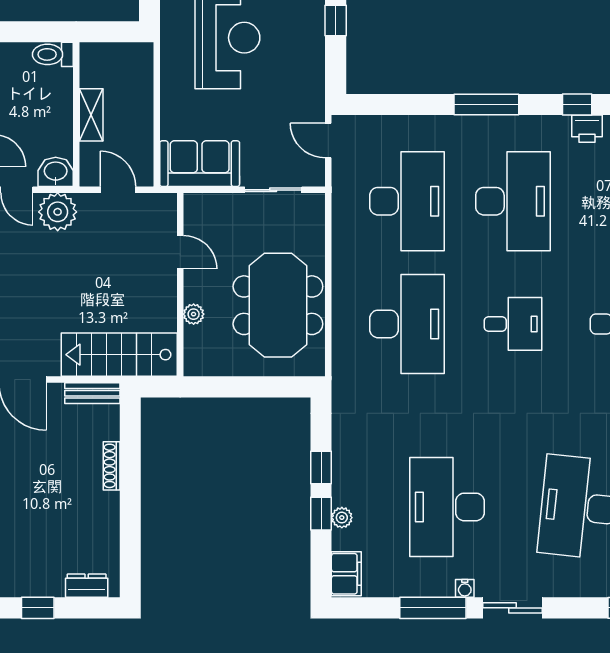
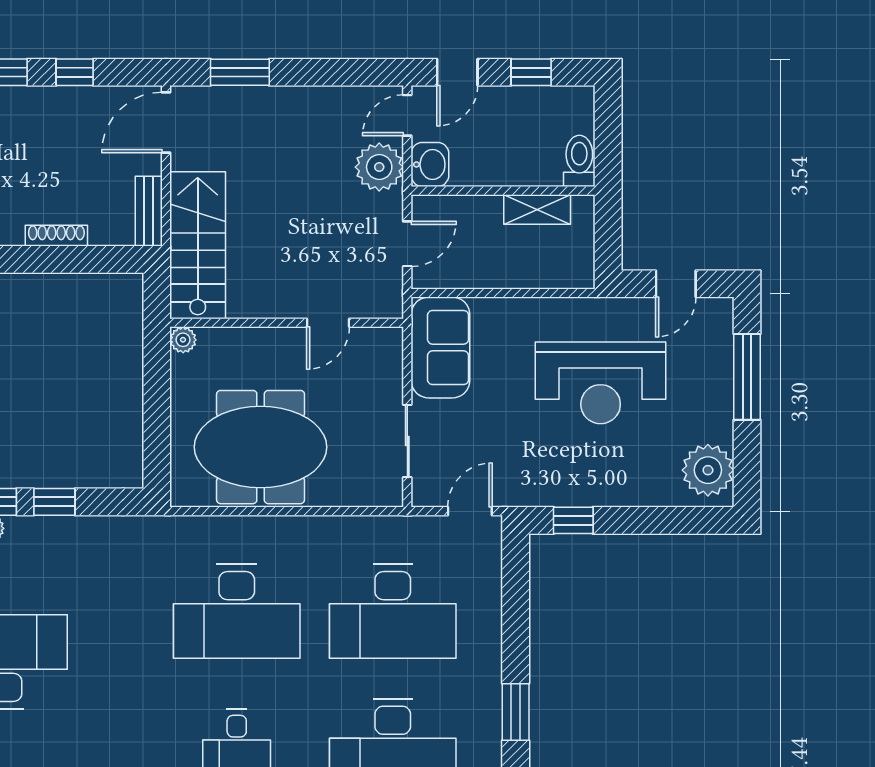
window: (336, 21) -> (573, 520), moved
window: (486, 105) -> (516, 712), width x0.69
shelving: (91, 115) -> (537, 209), moved
plant: (194, 314) -> (183, 340), moved

